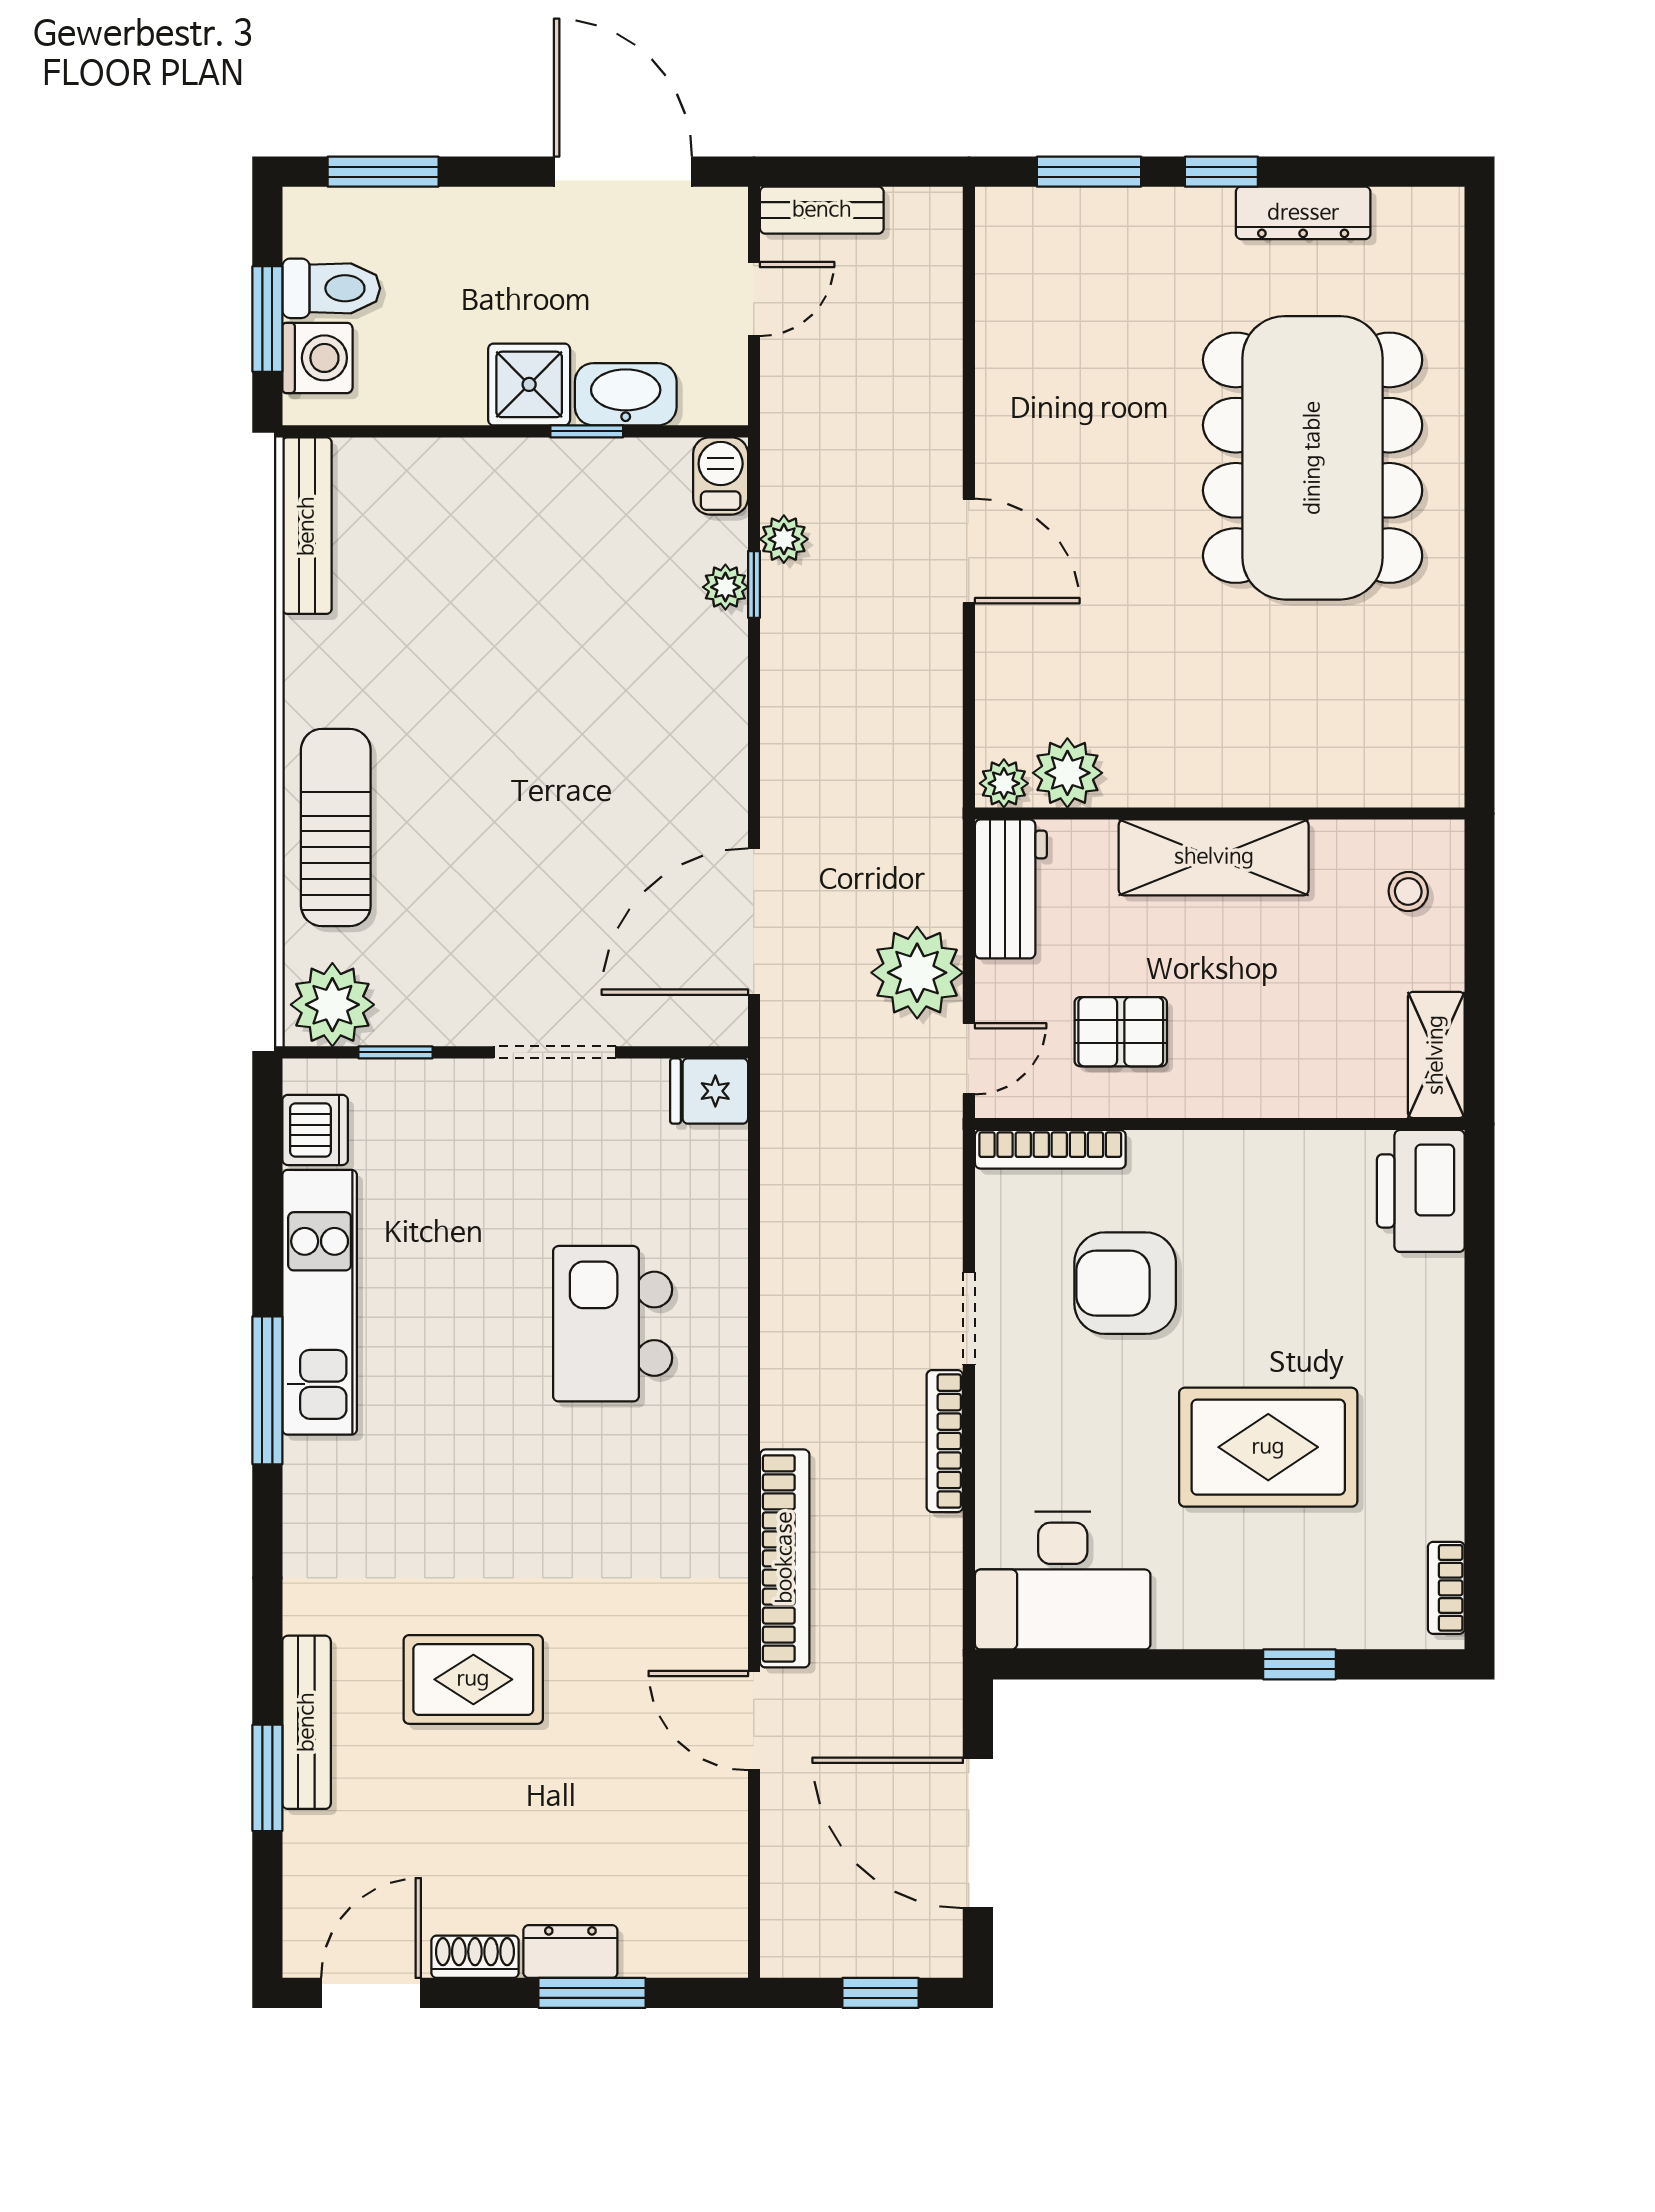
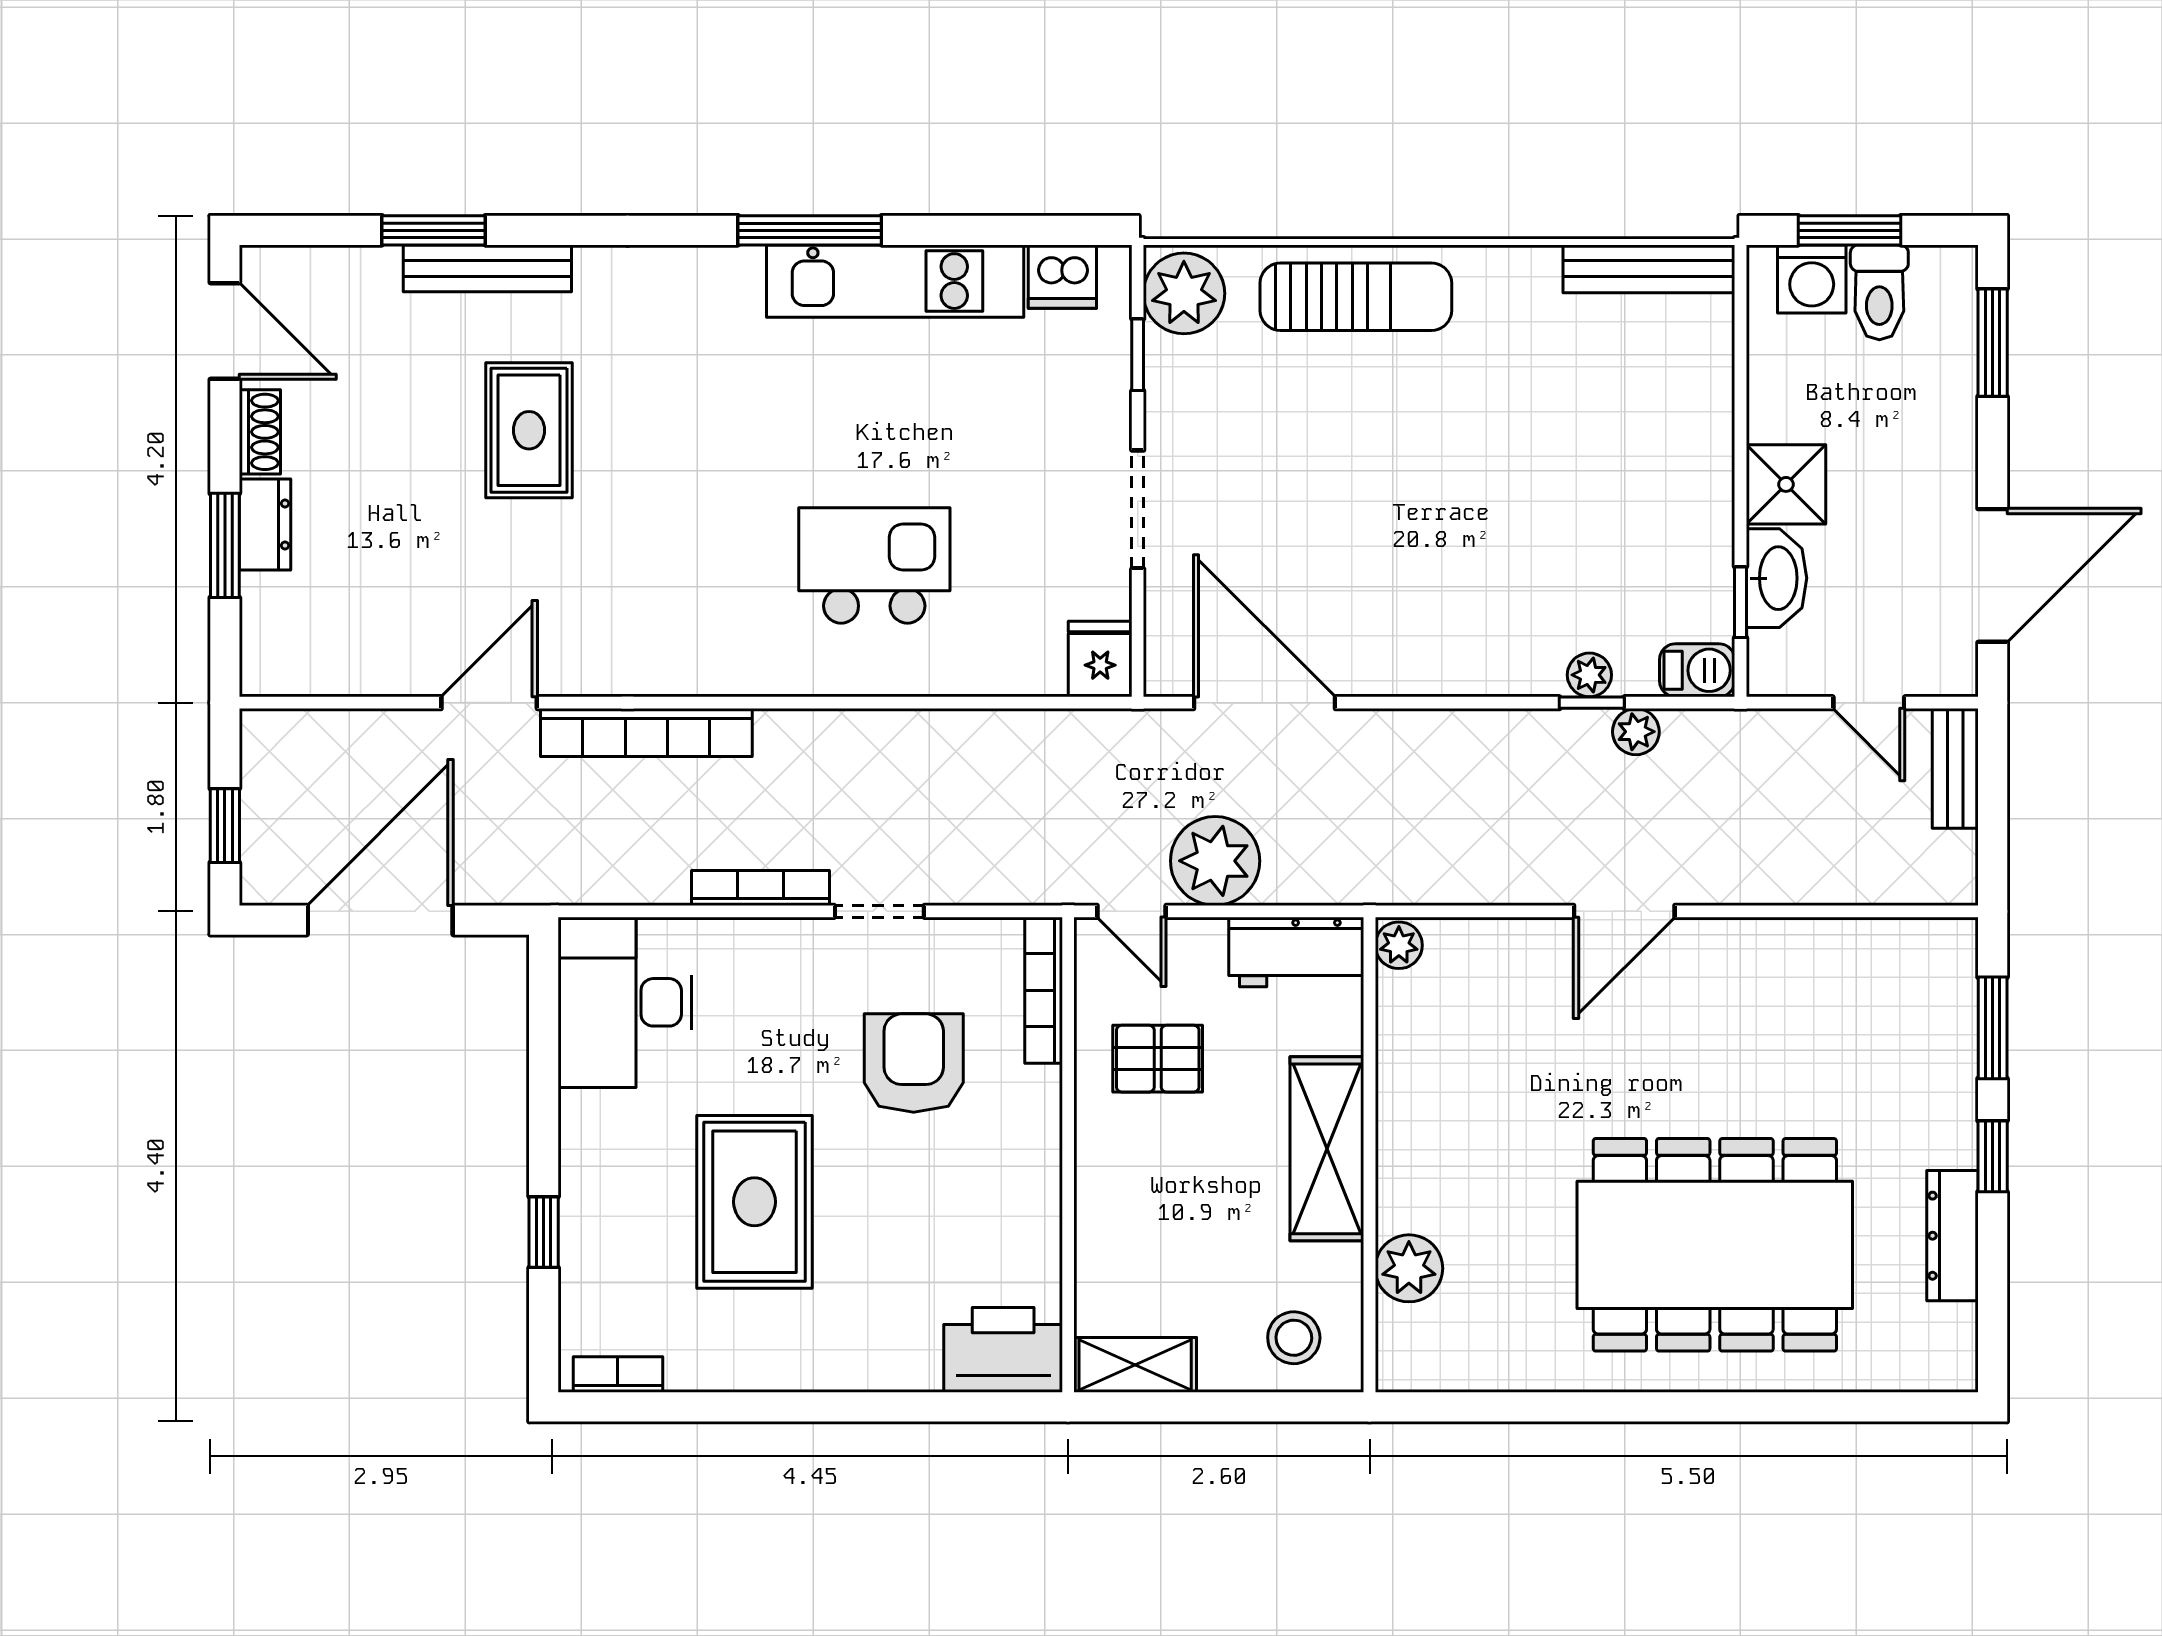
window: (587, 431) -> (1740, 602), moved
plant: (1067, 773) -> (1409, 1268), moved
stool: (1408, 892) -> (1294, 1338), width x1.37, depth x1.37
pallet: (1121, 1032) -> (1158, 1059), turned 90

